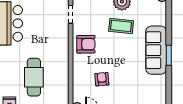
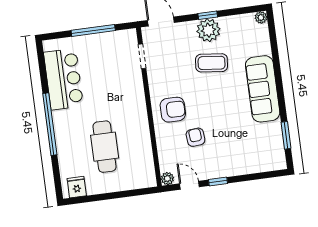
armchair: (86, 44) -> (173, 110), moved
window: (169, 55) -> (286, 135), moved

